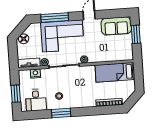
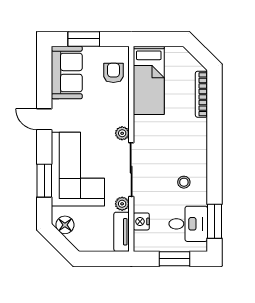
window: (55, 18) -> (44, 181), width x0.69
floor lamp: (24, 39) -> (65, 225), moved
armchair: (118, 52) -> (113, 73), added
window: (61, 113) -> (214, 221), moved

